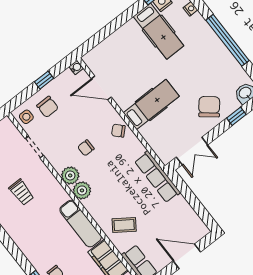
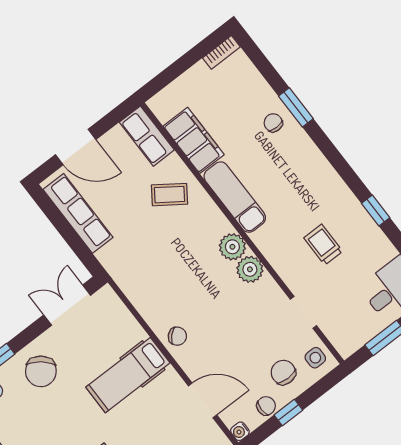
chair: (86, 148) -> (266, 406), moved
row of seats: (157, 177) -> (78, 213), moved

